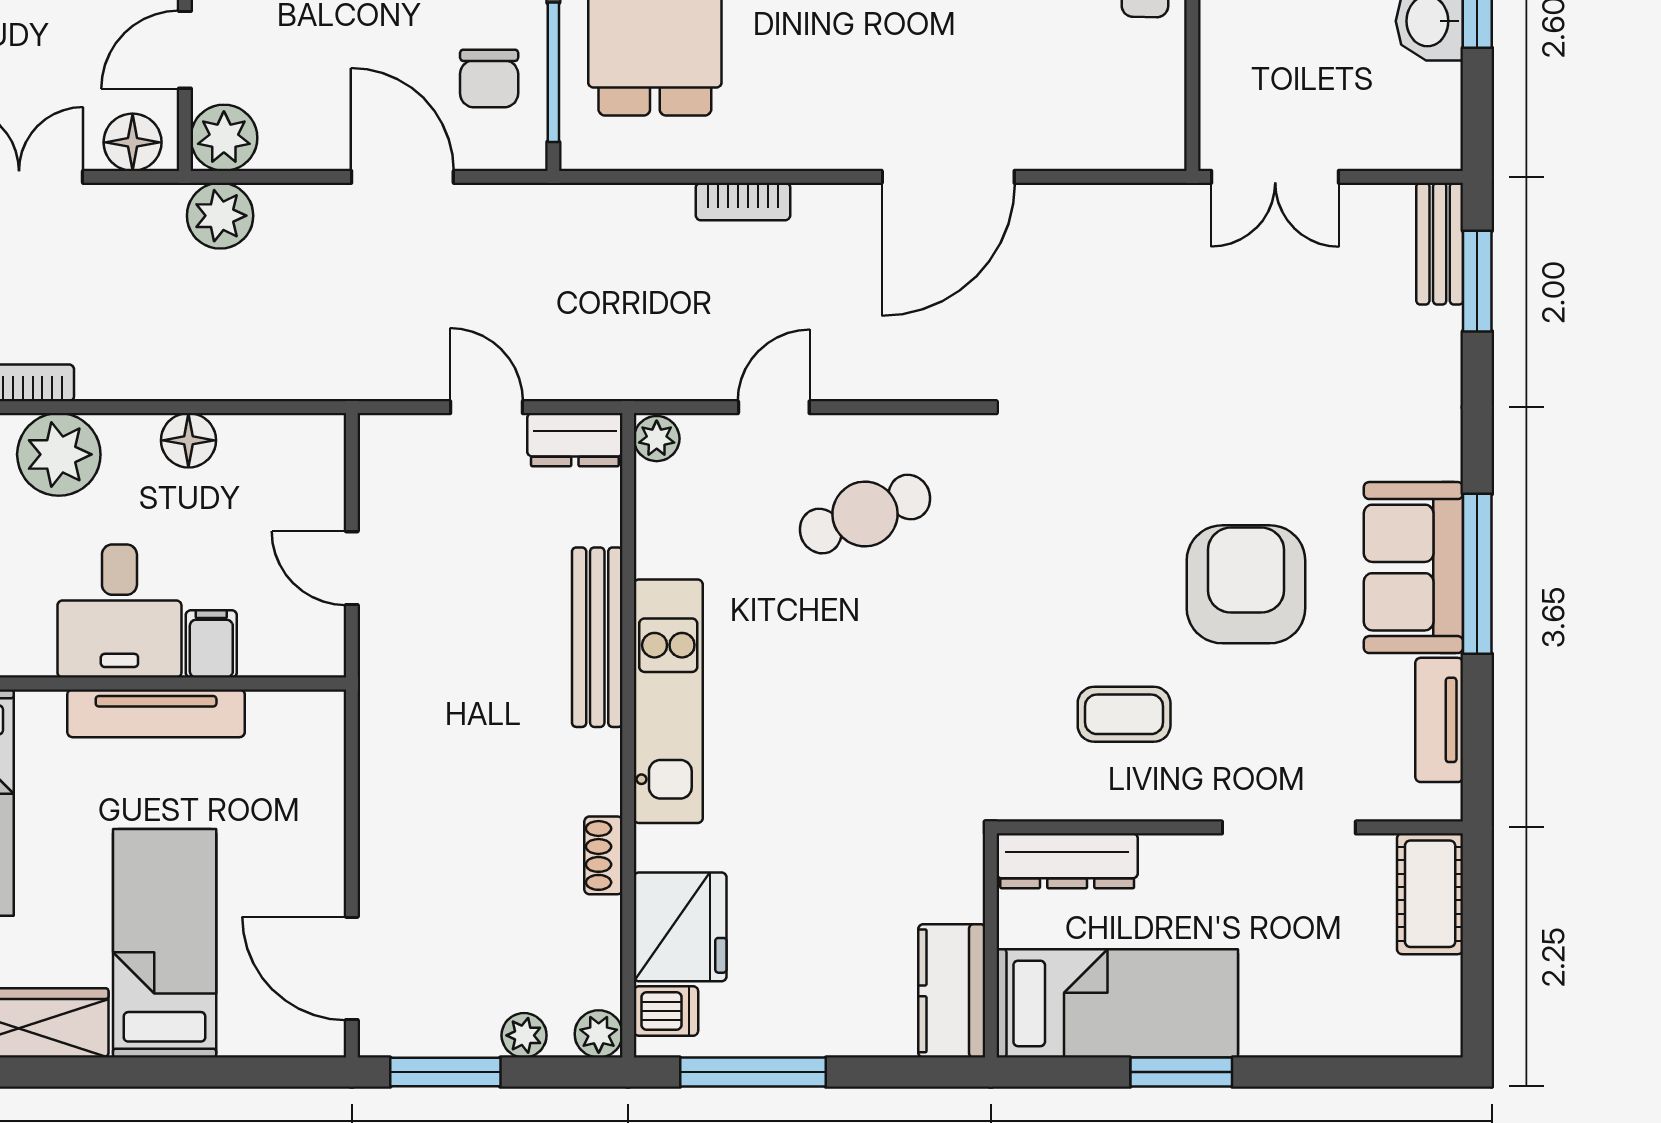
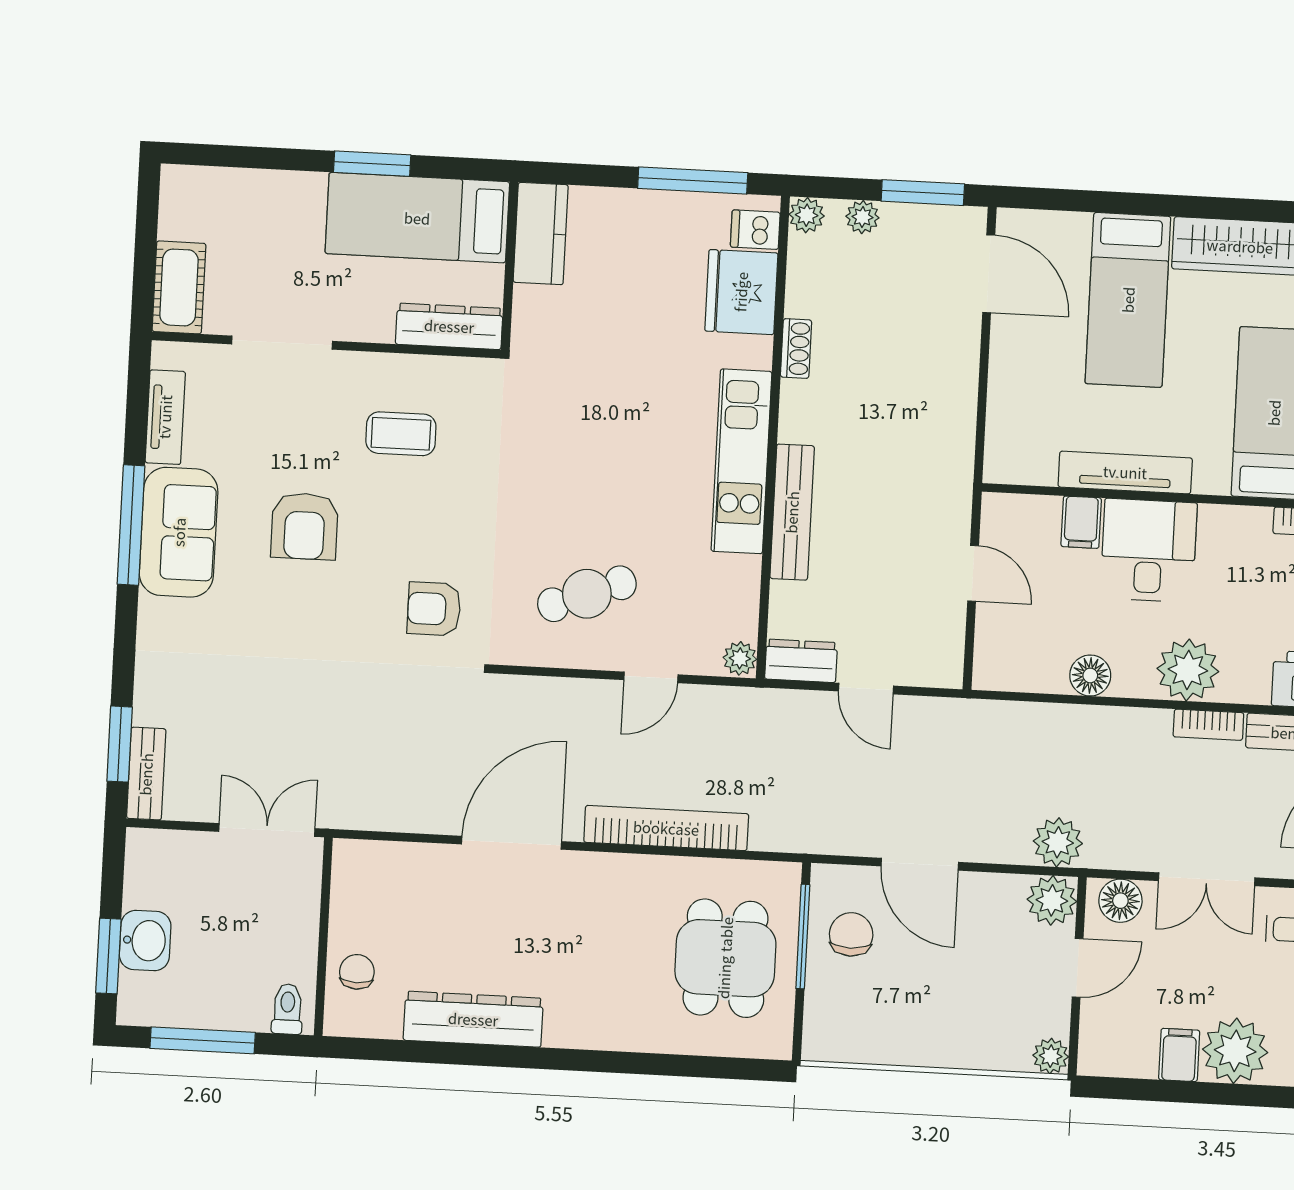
bookcase: (743, 201) -> (666, 828), width x2.31, depth x1.31
armchair: (1068, 483) -> (434, 609), added
armchair: (1246, 584) -> (305, 526), width x0.73, depth x0.73

